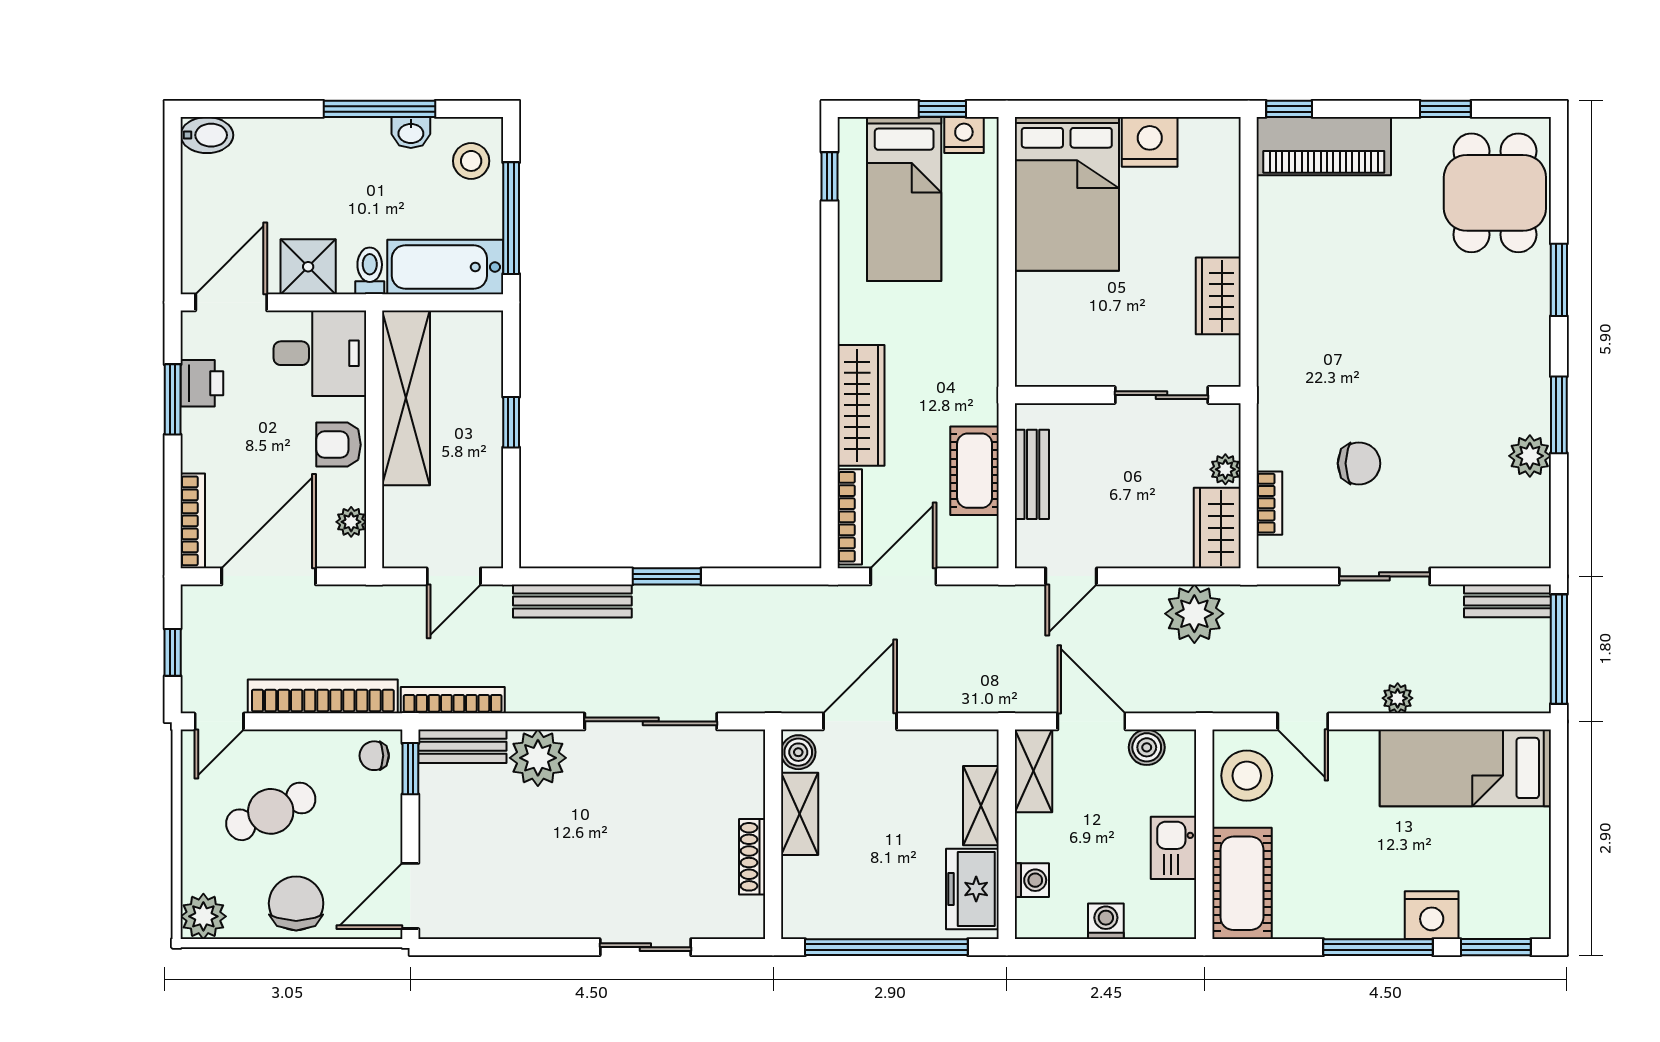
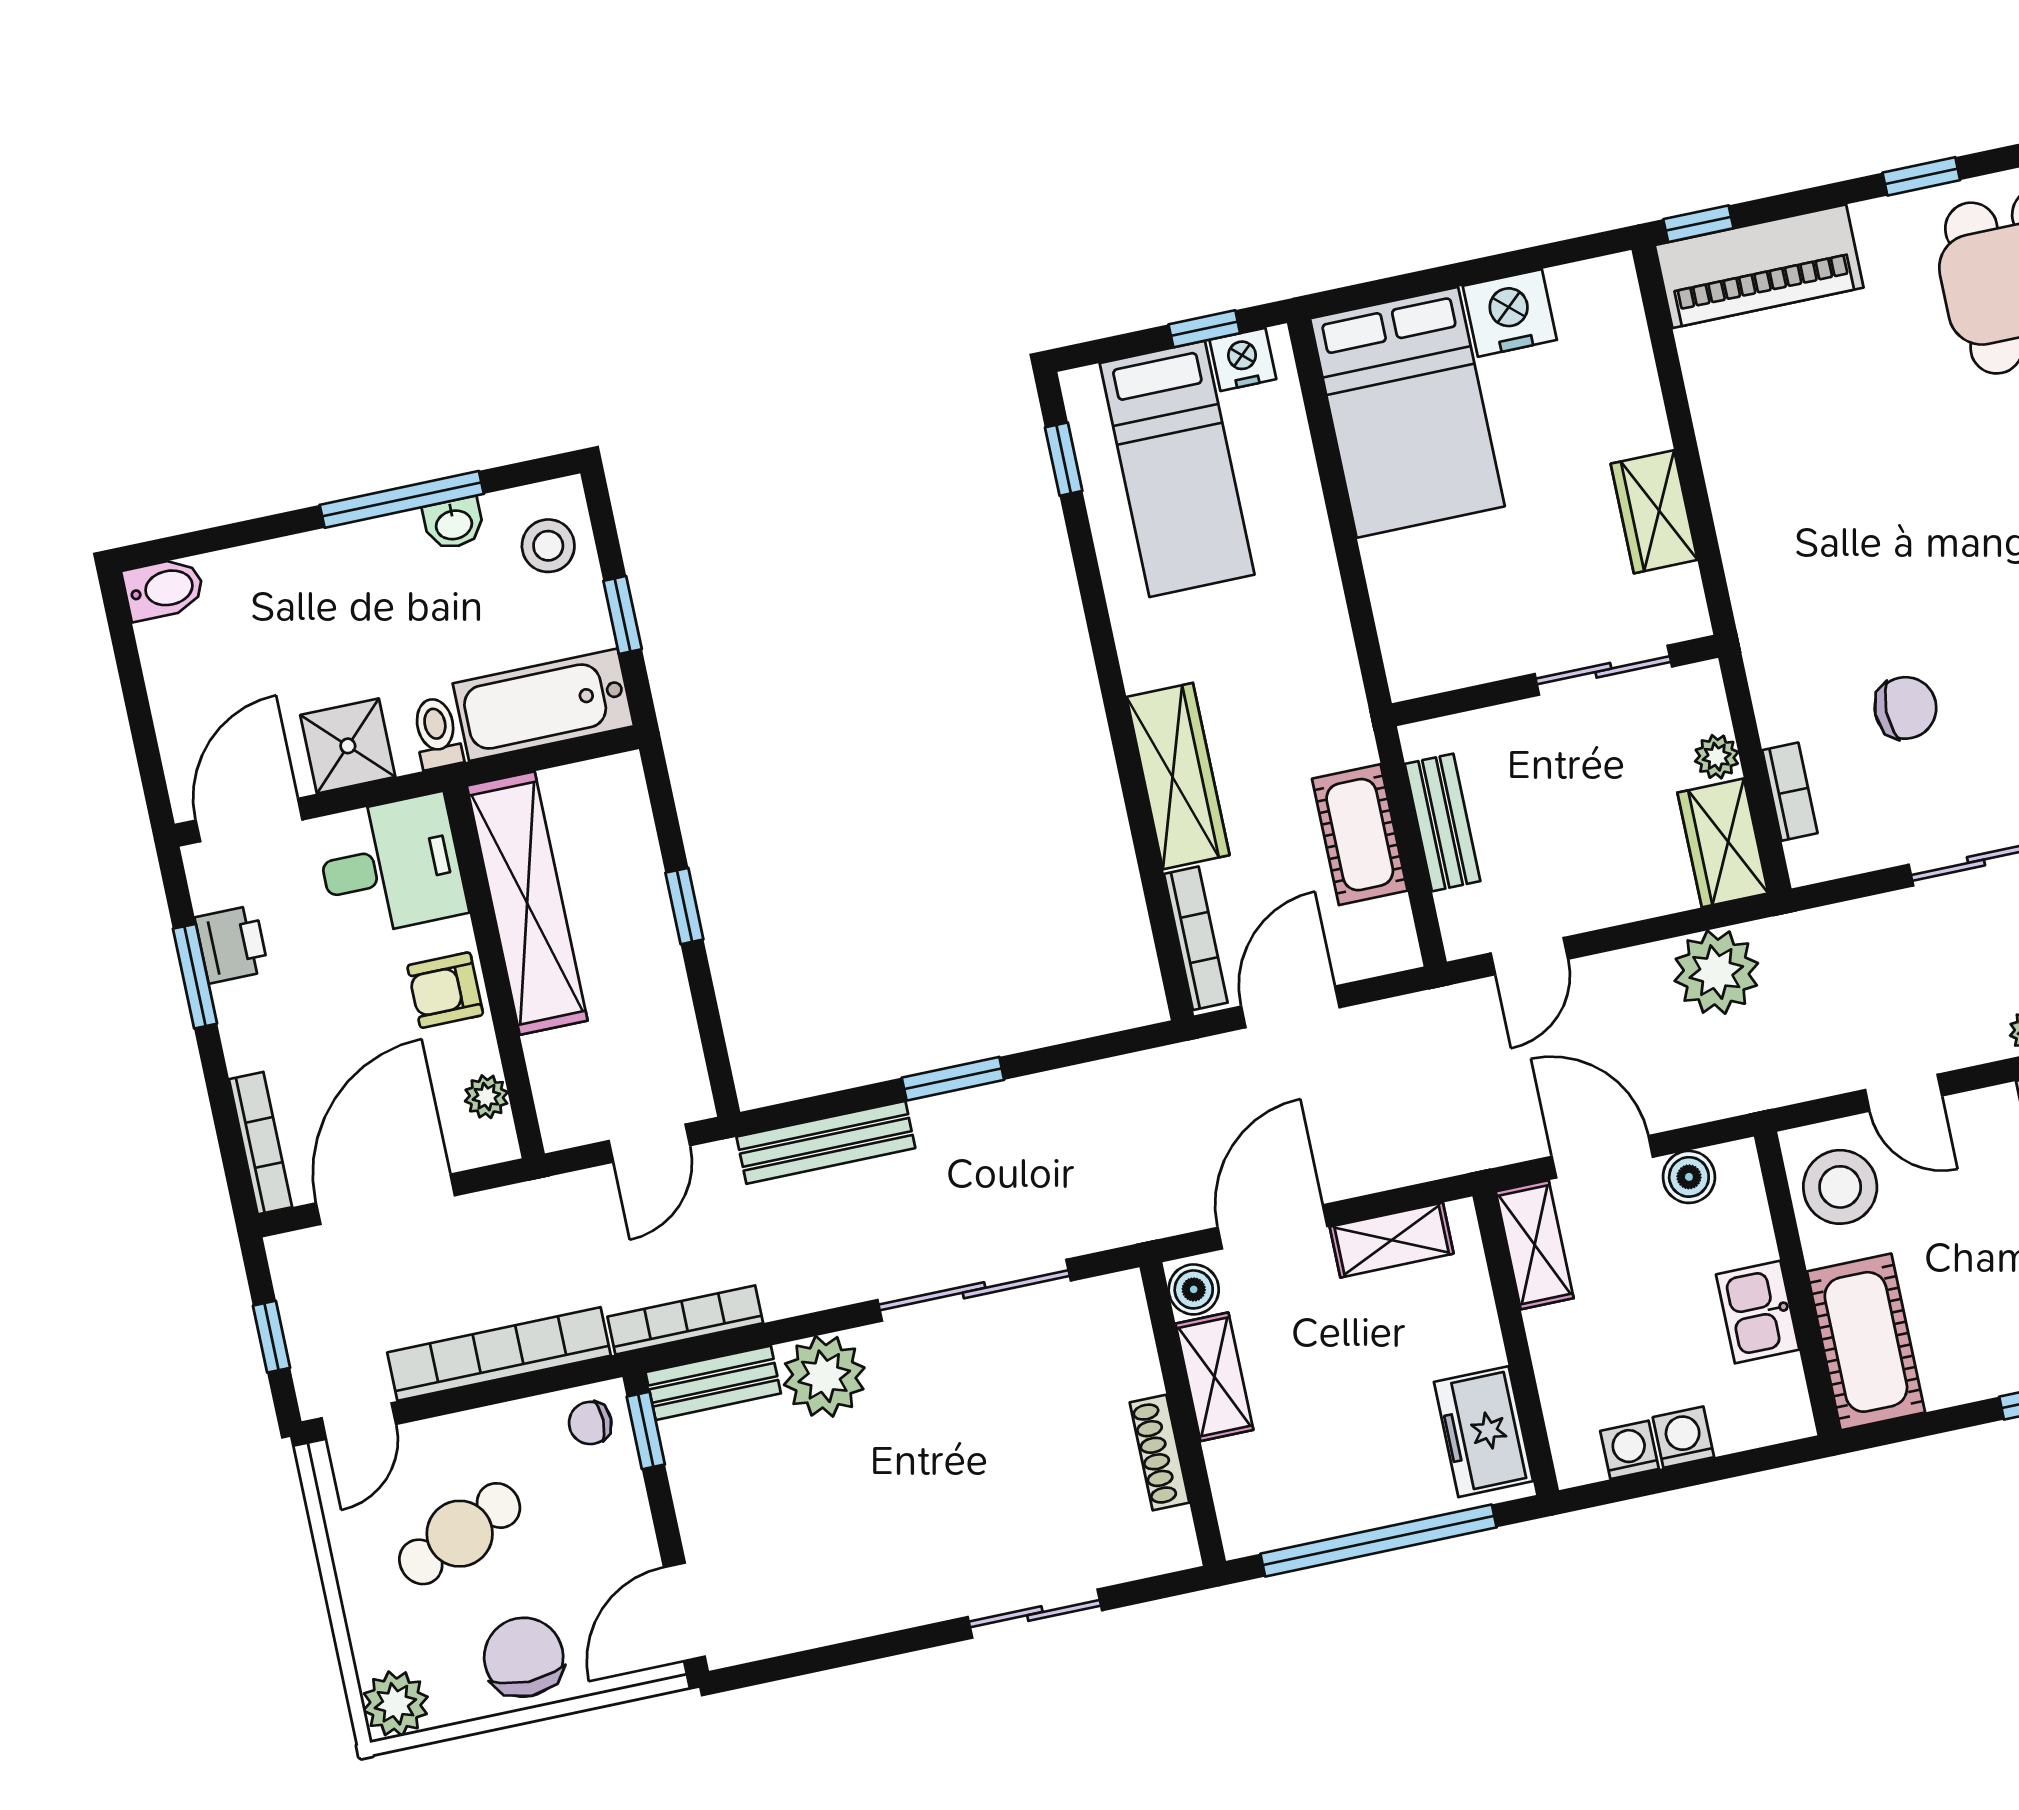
window: (511, 218) -> (623, 615), width x0.46
shelving: (981, 806) -> (1392, 1240), moved, turned 90
washing machine: (1032, 880) -> (1630, 1450), moved, turned -90

